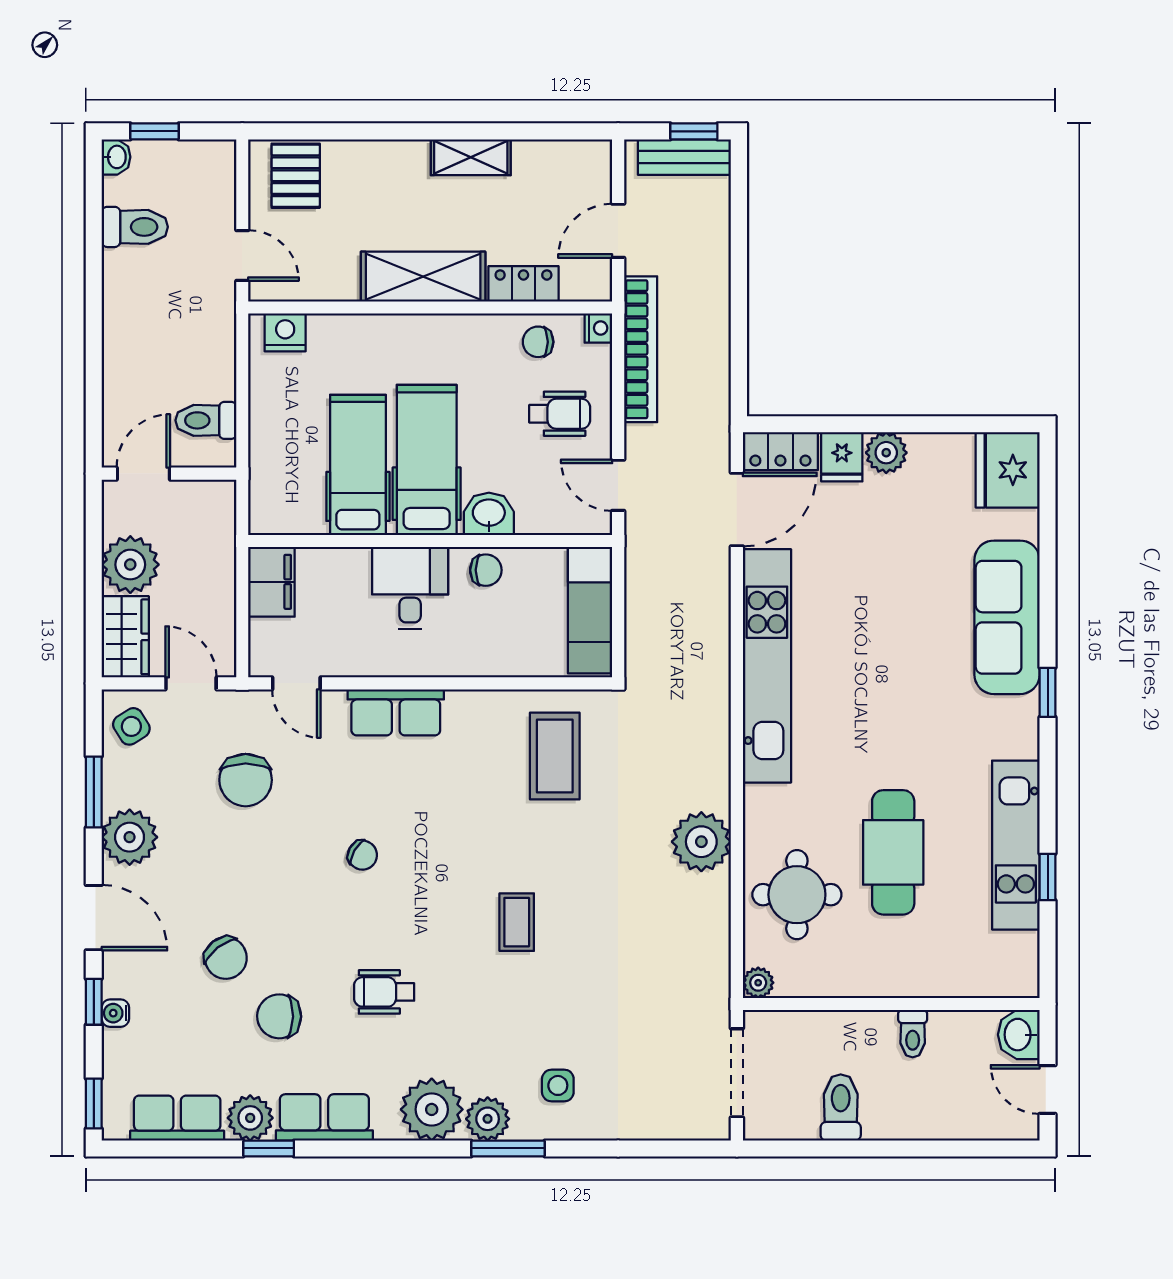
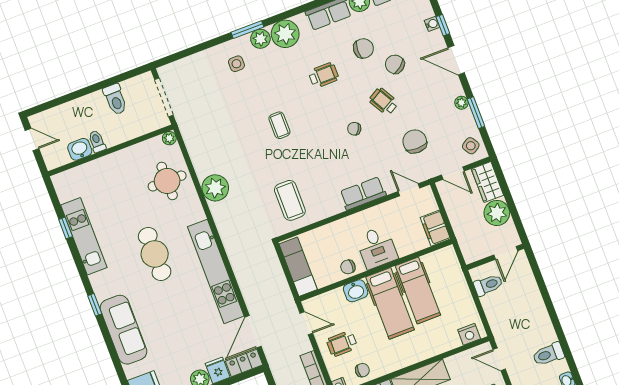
plant: (130, 837) -> (461, 103), width x0.53, depth x0.53
cafe table: (893, 852) -> (155, 254), moved
wheelchair: (279, 889) -> (384, 101), added
washbasin: (1019, 1035) -> (80, 149), moved, turned -90

